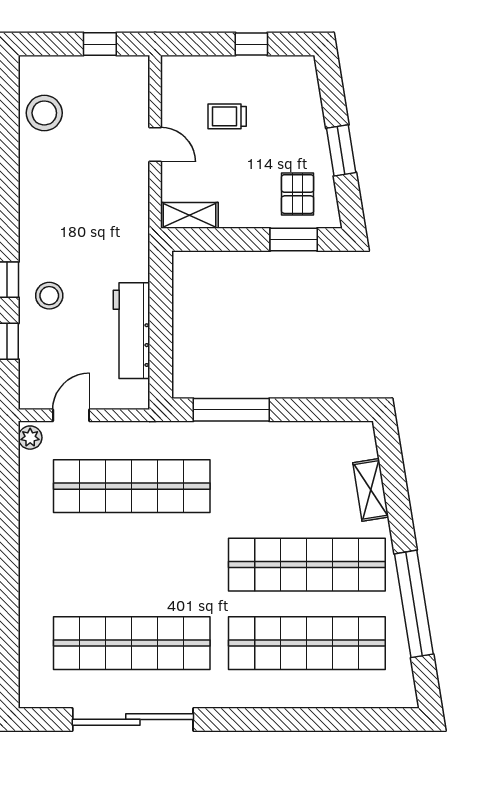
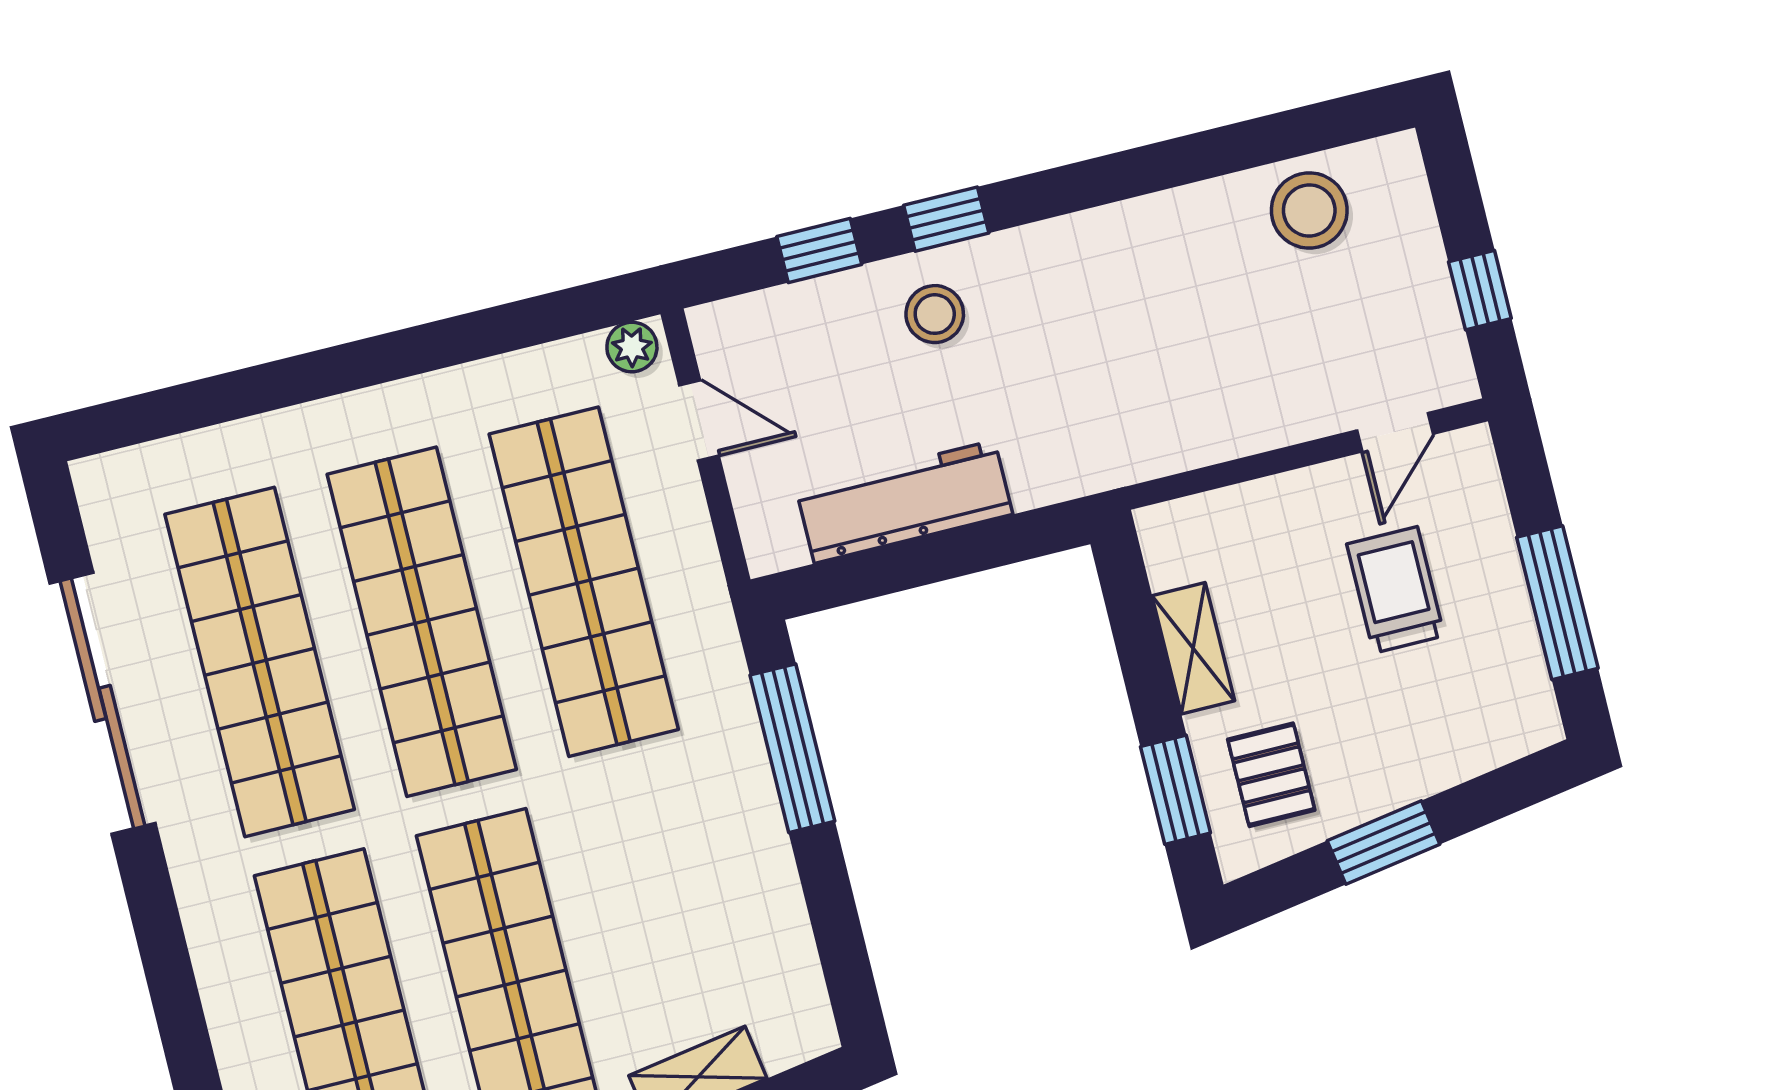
window: (251, 44) -> (1557, 603), width x2.17
trolley: (227, 116) -> (1396, 590), width x1.36, depth x1.39
door: (155, 144) -> (1395, 432), moved
pallet: (298, 194) -> (1271, 775), turned 90
shelving: (189, 215) -> (1193, 648), moved
shop shelf: (132, 565) -> (422, 622), added

